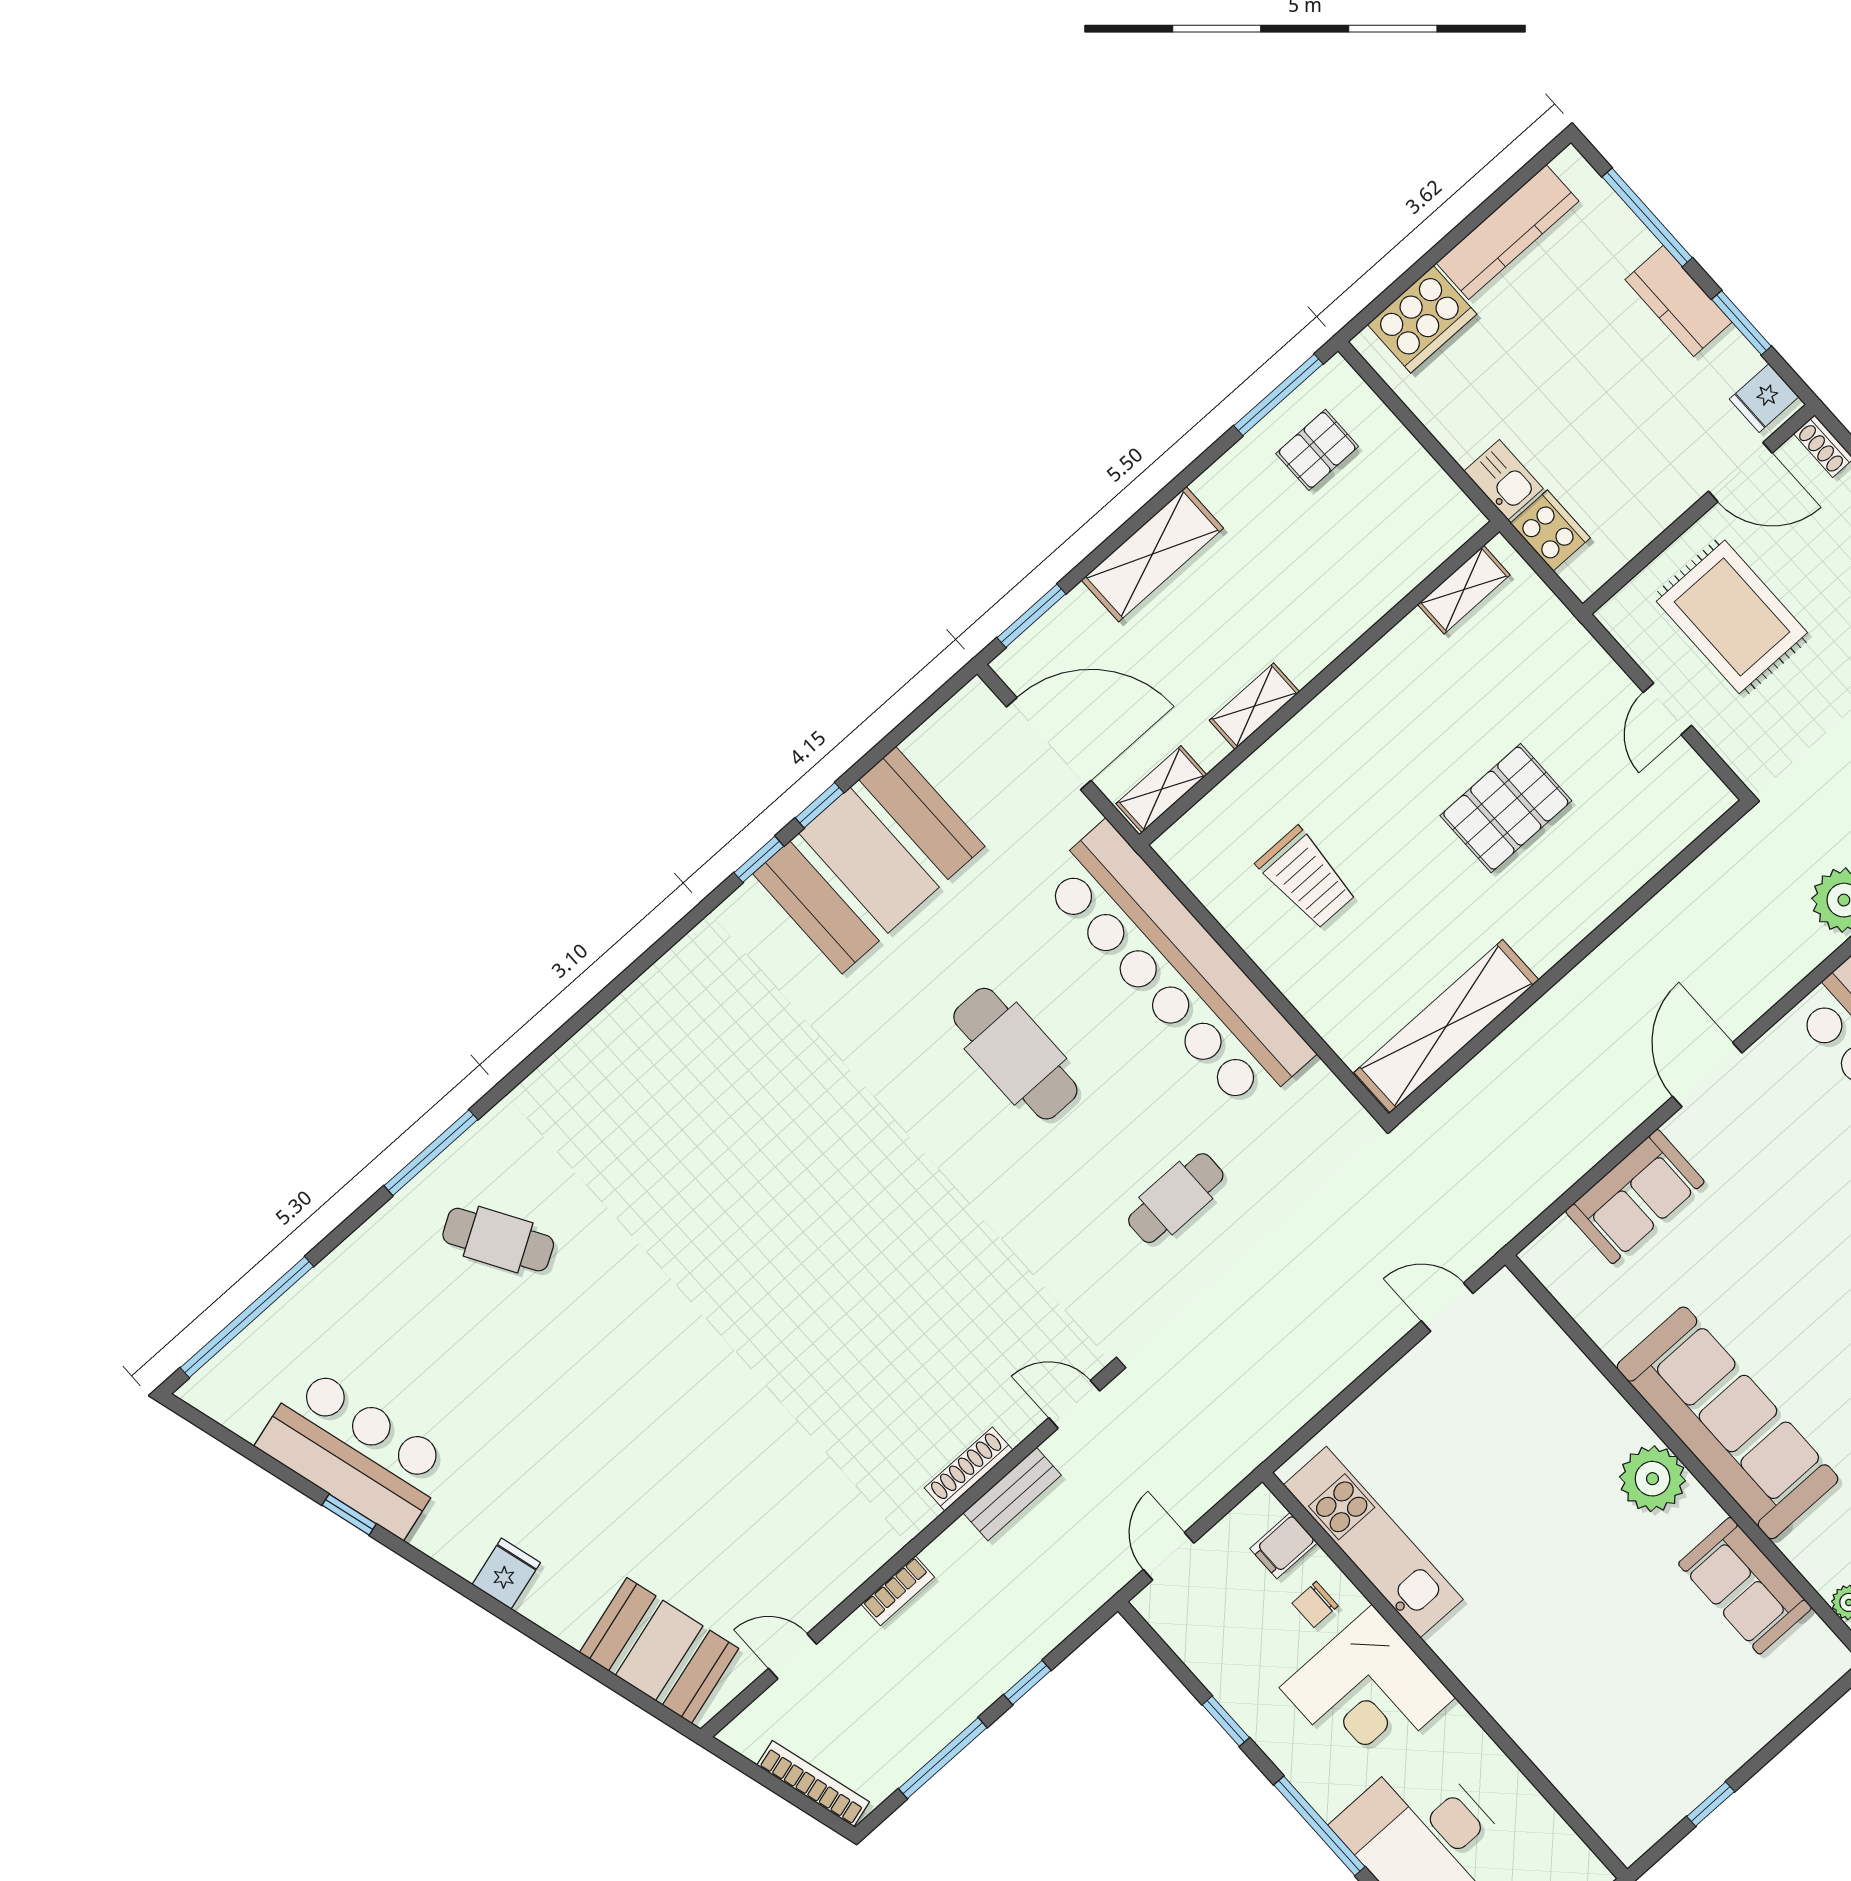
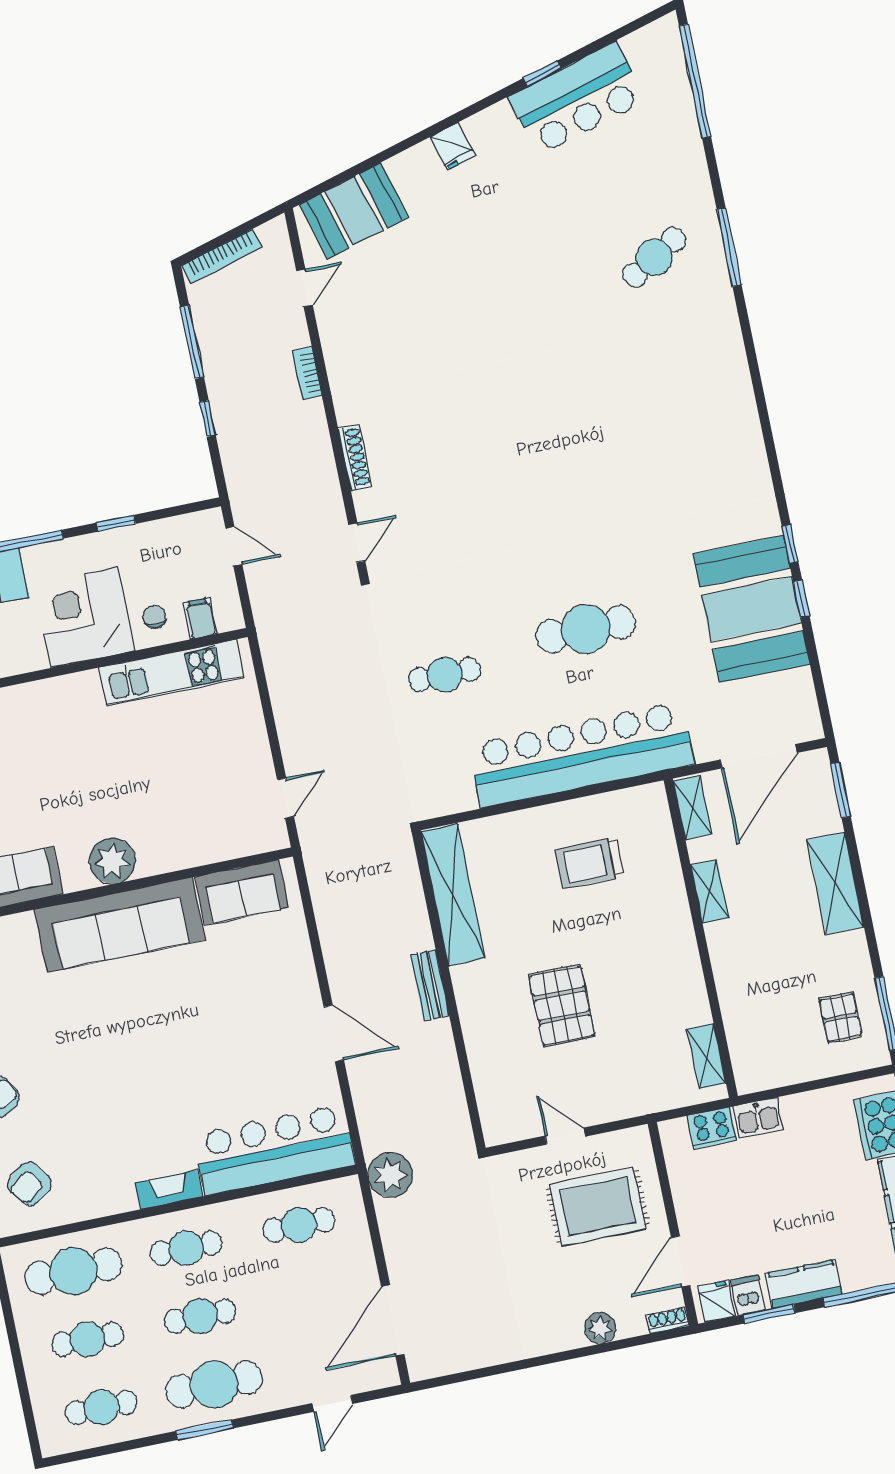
dishwasher: (1733, 363) -> (748, 1295), added
sofa: (1635, 1197) -> (242, 892), moved, turned -90
cafe table: (1176, 1198) -> (444, 675), turned 90
bench: (1012, 1494) -> (430, 985), moved

